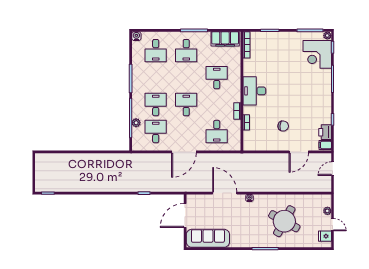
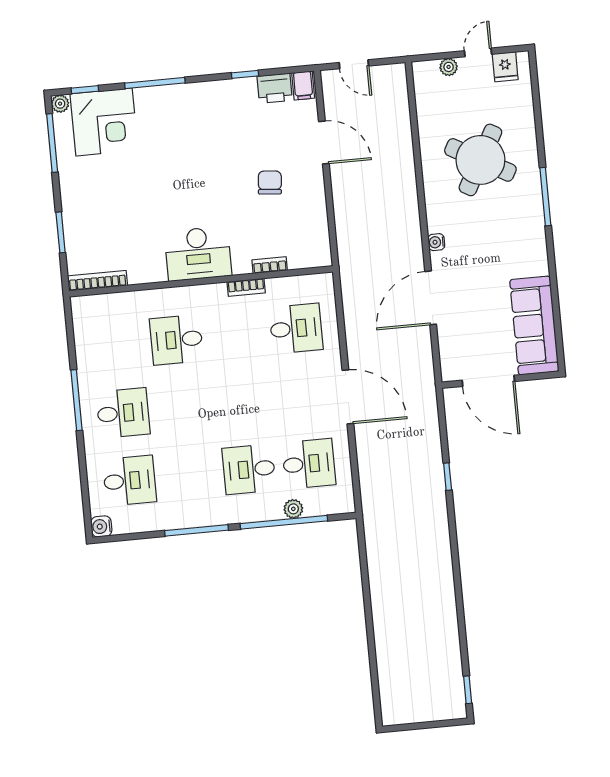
filing cabinet: (225, 39) -> (89, 329), removed
desk: (186, 105) -> (243, 402), removed
desk: (156, 132) -> (309, 464), turned 180

